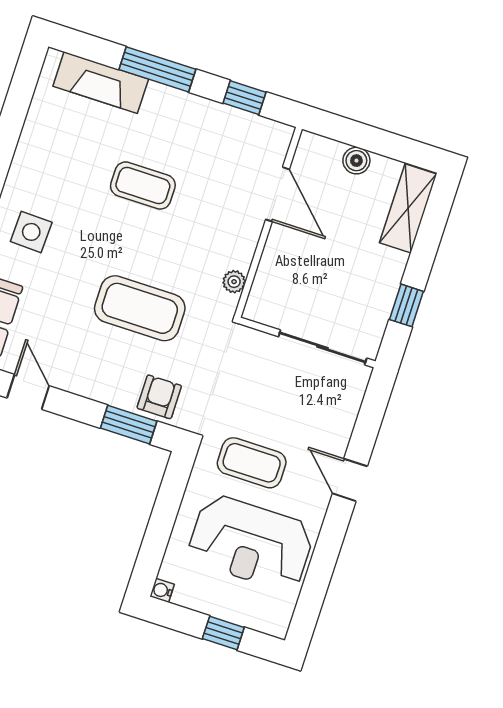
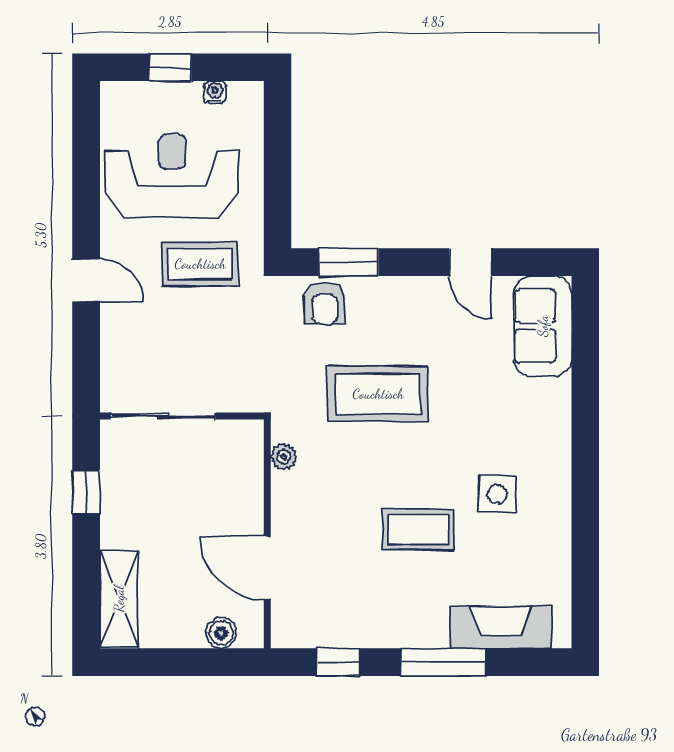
boiler: (356, 161) -> (221, 633), moved
side table: (31, 232) -> (497, 494), moved
water cooler: (162, 590) -> (215, 92), moved, turned -90

